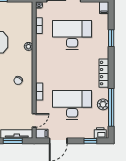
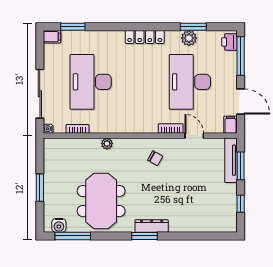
window: (111, 38) -> (73, 27), moved
window: (111, 107) -> (193, 27), width x0.47
door: (34, 120) -> (194, 136), moved
window: (90, 141) -> (241, 56), width x2.17

